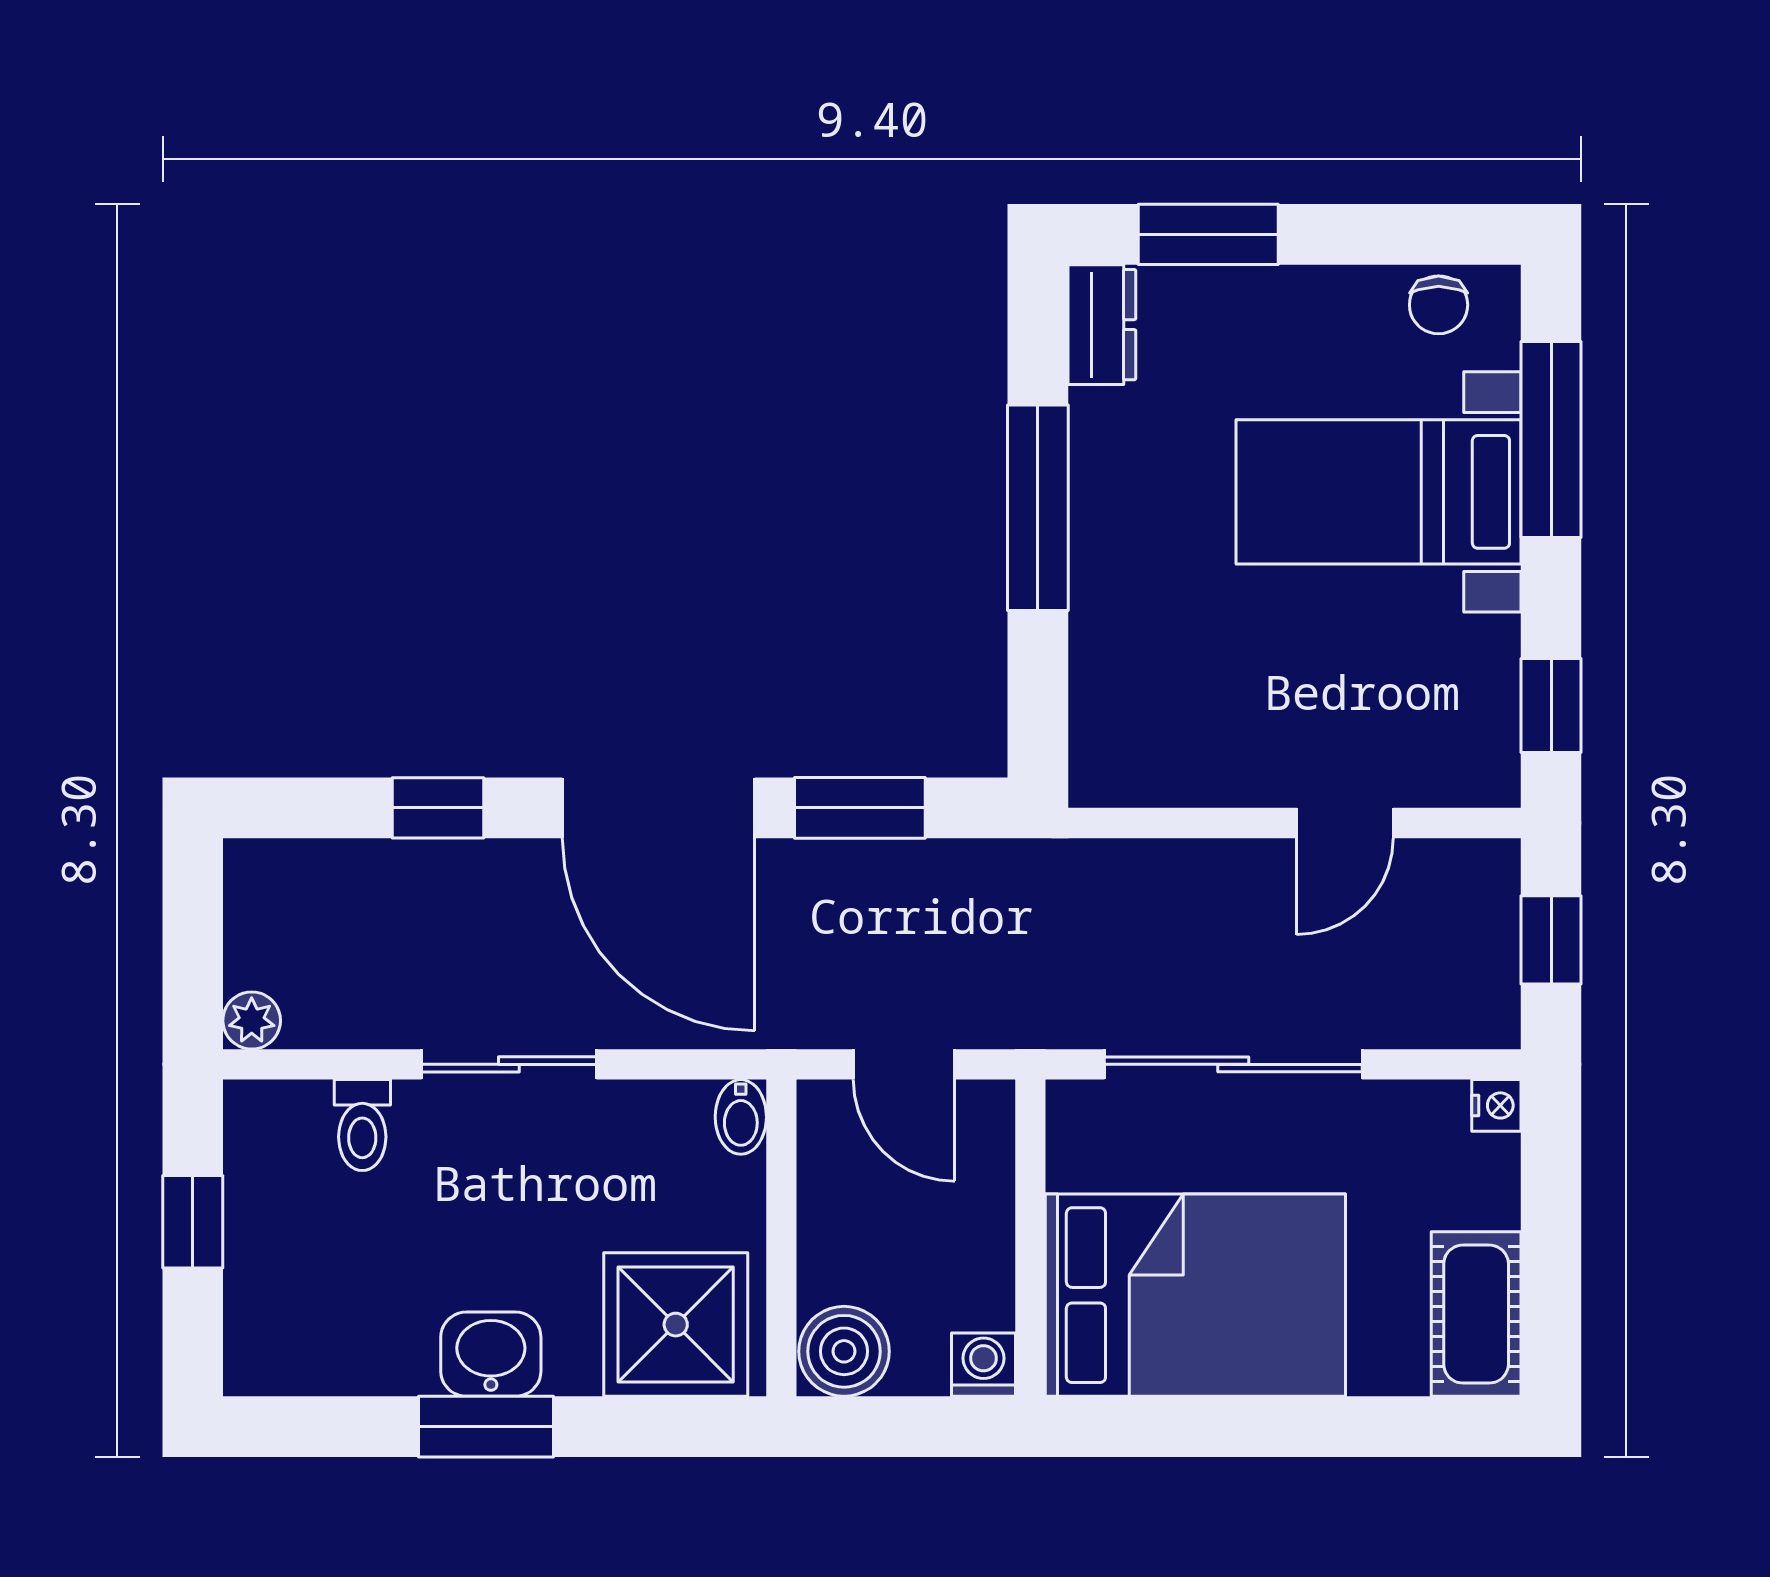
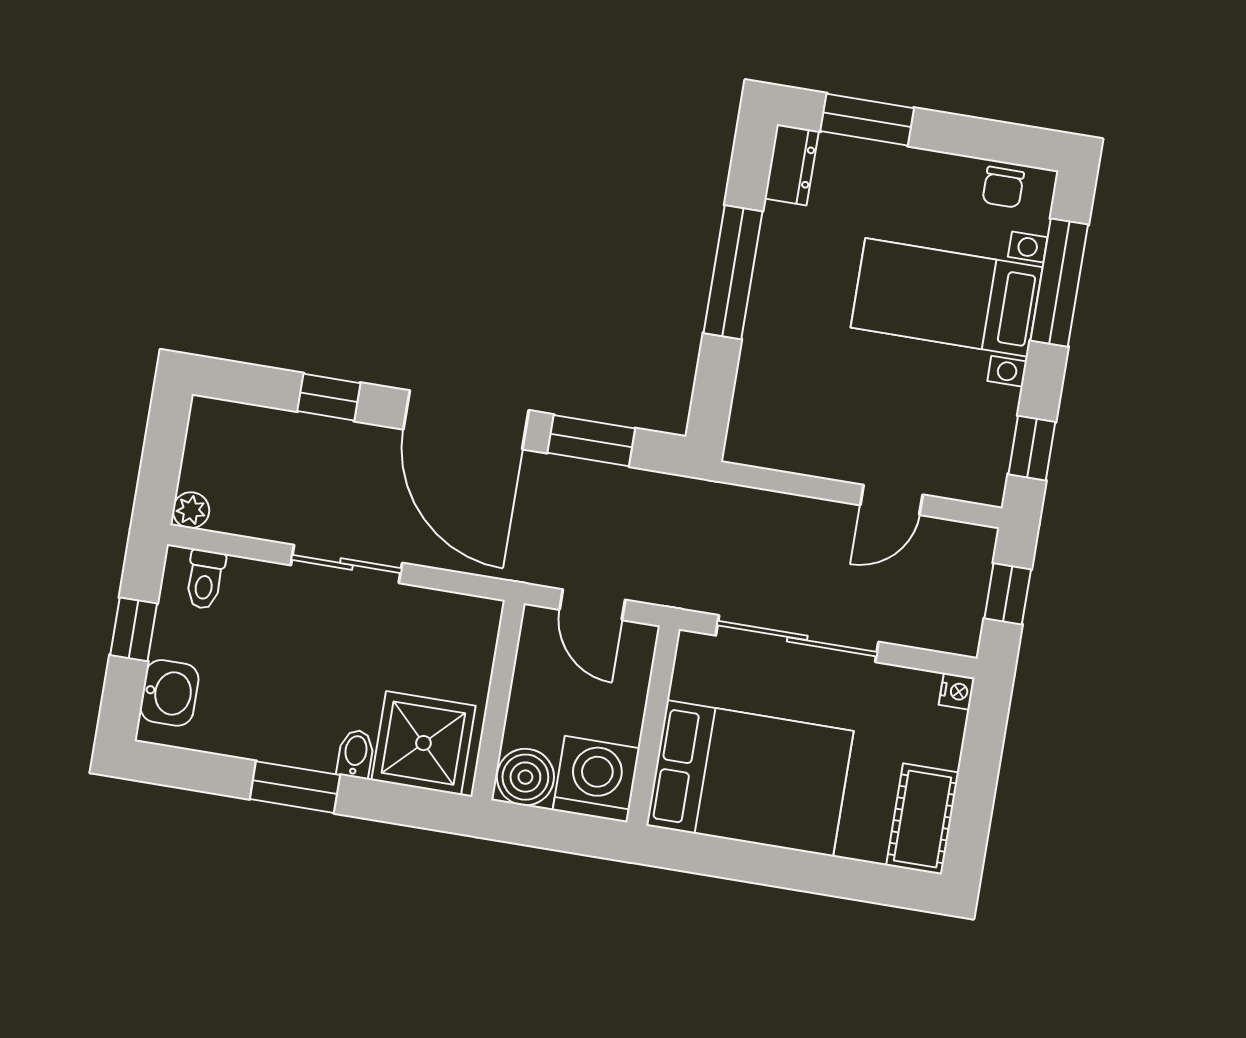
bidet: (741, 1117) -> (356, 754), moved, turned 180
toilet: (362, 1125) -> (205, 579), moved
washbasin: (491, 1354) -> (169, 693), moved, turned 90
washing machine: (983, 1365) -> (596, 779), width x1.89, depth x1.89

